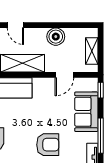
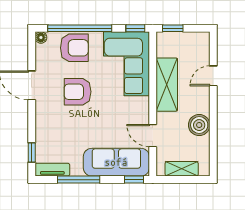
sofa: (86, 112) -> (116, 162), width x1.36
armchair: (48, 145) -> (78, 92), moved, turned 90

